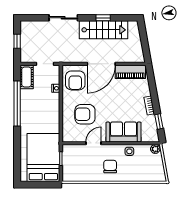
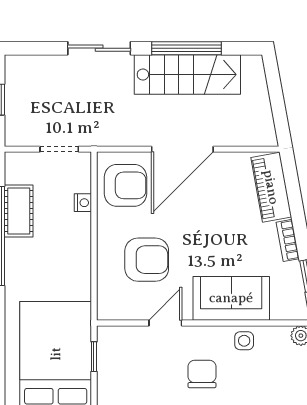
window: (103, 18) -> (187, 48), width x2.17
piano: (130, 72) -> (271, 187), moved, turned 80
cot: (27, 77) -> (19, 211), moved
armchair: (75, 80) -> (126, 185), turned -90
armchair: (85, 114) -> (147, 260), turned 180

